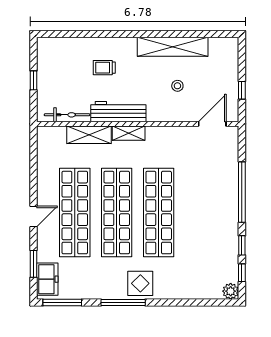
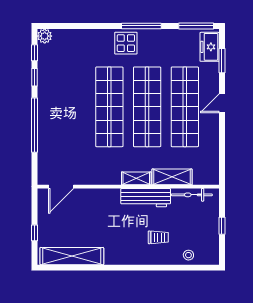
shelving: (173, 47) -> (72, 256), moved
stool: (177, 86) -> (188, 255), moved
window: (242, 90) -> (34, 233), moved

